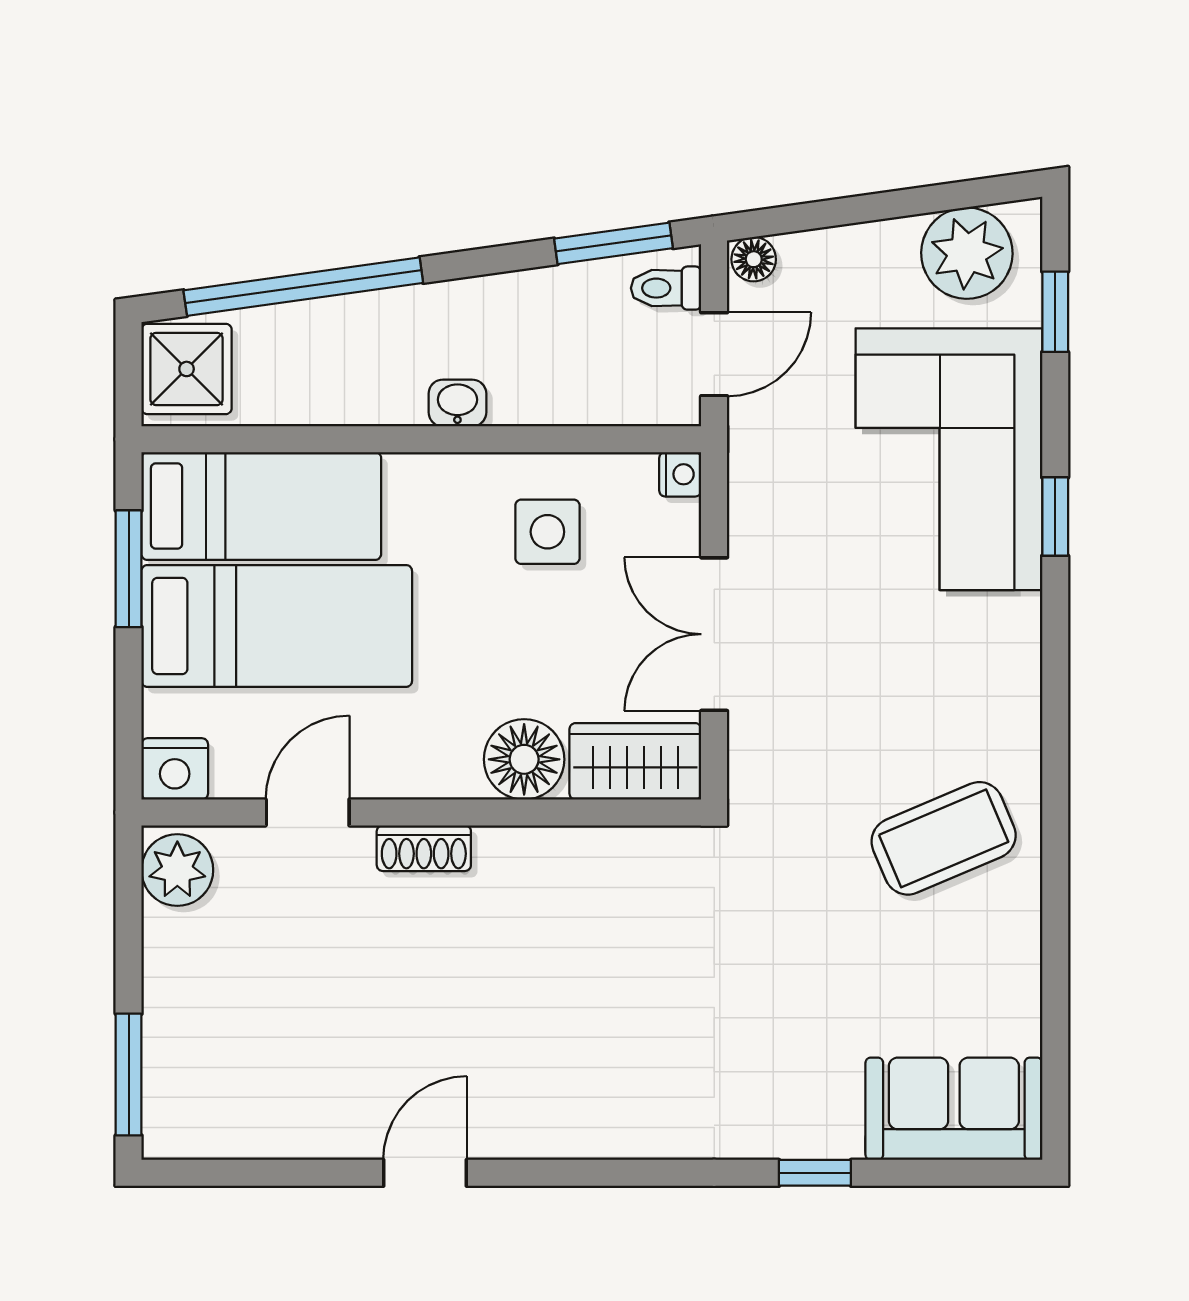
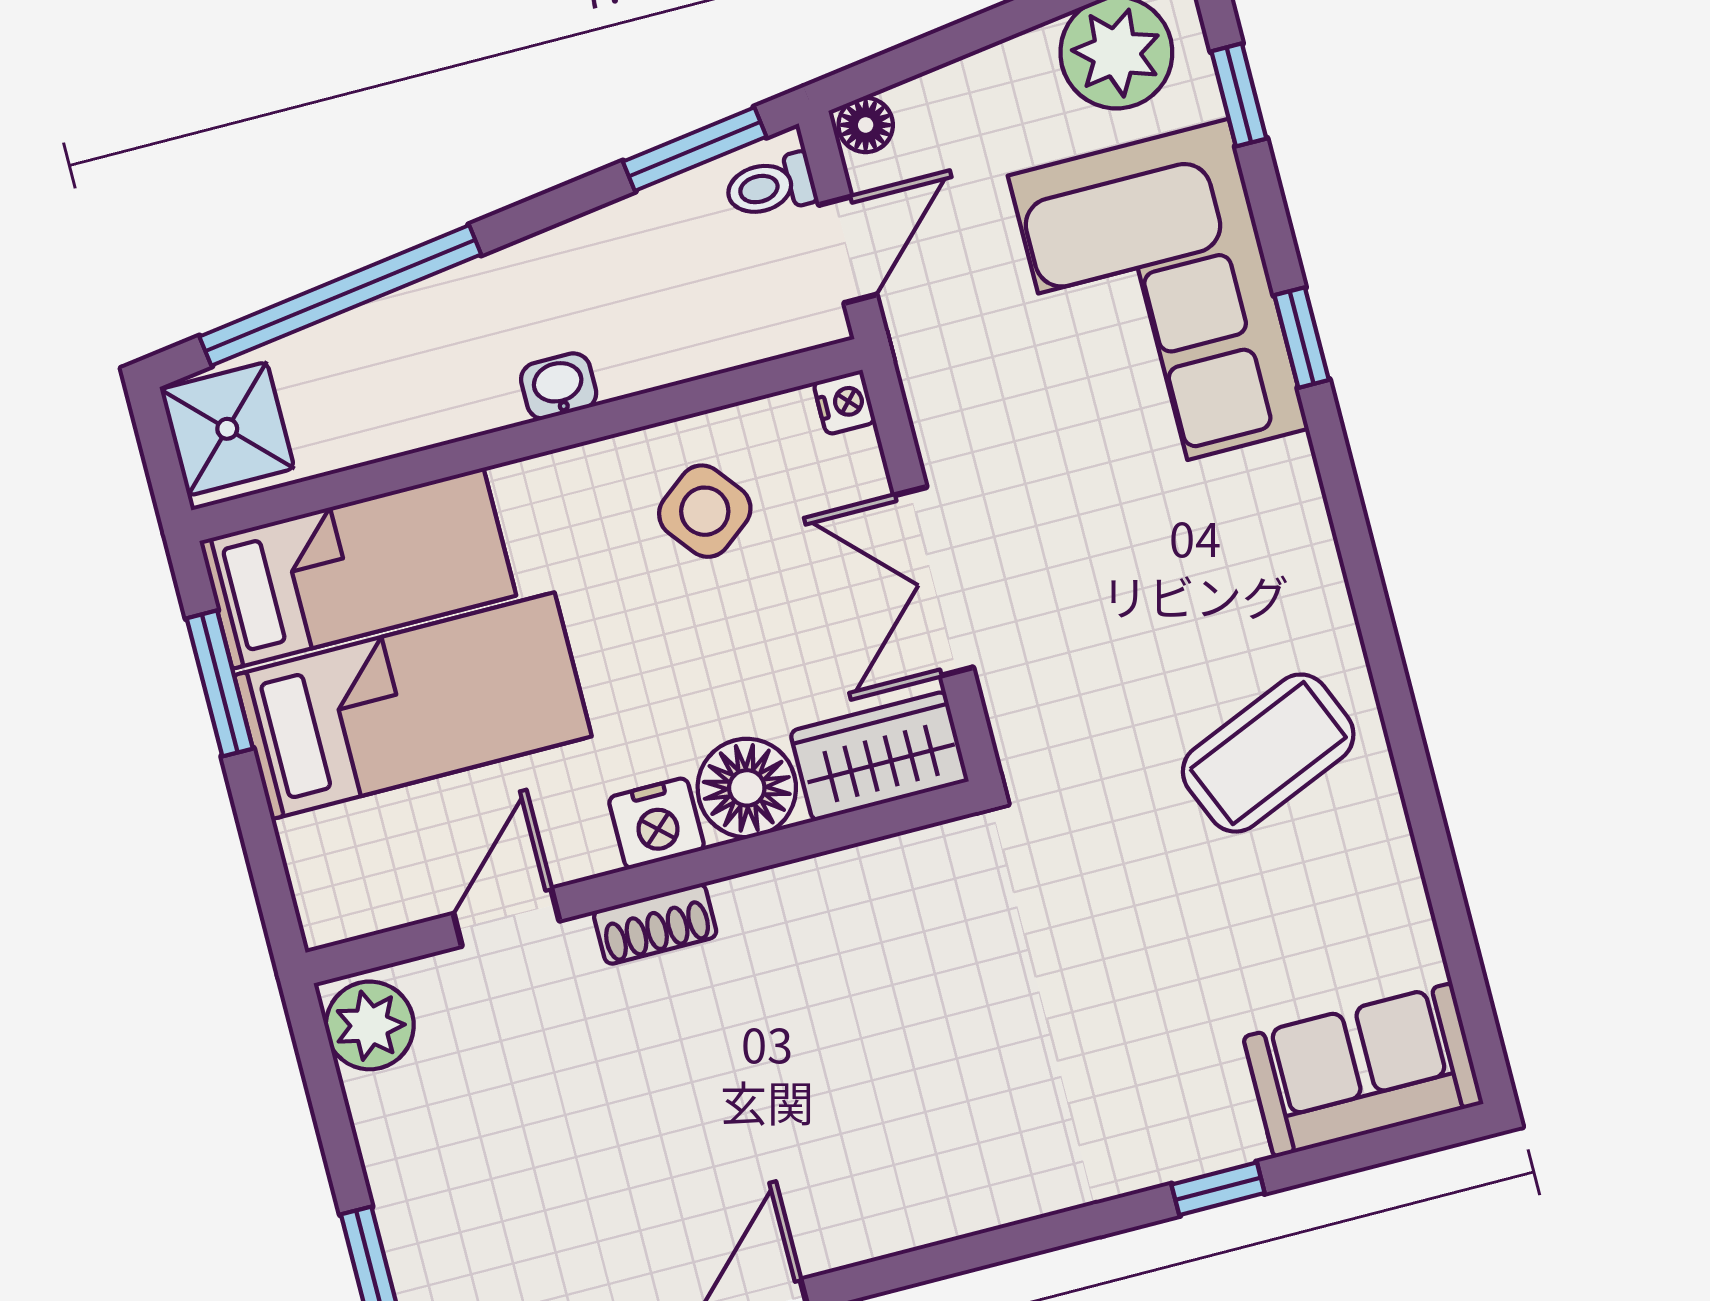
side table: (547, 532) -> (705, 511), turned -38
nightstand: (175, 769) -> (656, 823), moved

